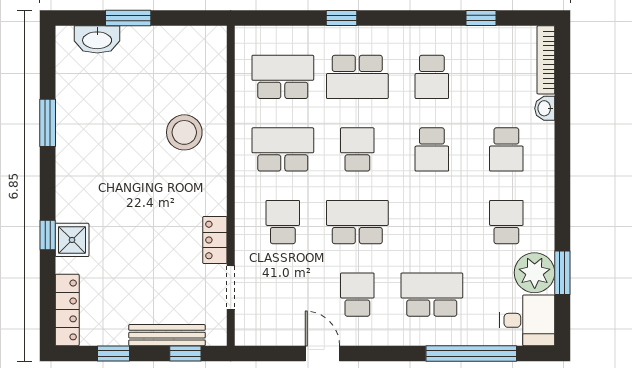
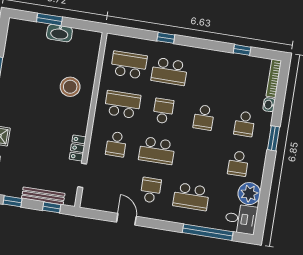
washbasin: (97, 39) -> (59, 33), moved
school desk: (432, 77) -> (210, 78), removed
school desk: (283, 222) -> (116, 144), turned 180
school desk: (357, 222) -> (157, 151), turned 180
school desk: (506, 222) -> (238, 163), turned 180
window: (562, 273) -> (273, 138), moved
school desk: (432, 295) -> (191, 197), turned 180

